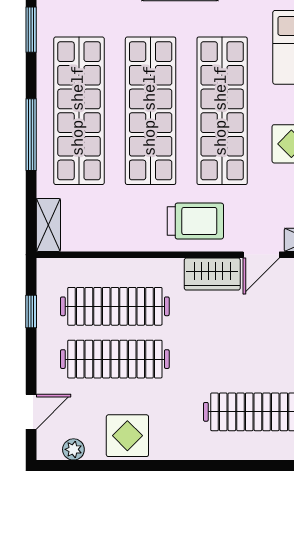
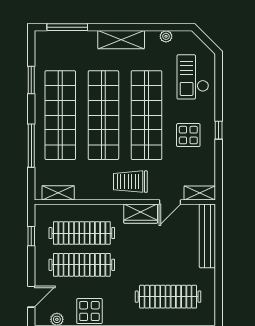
window: (31, 30) -> (31, 80), moved
window: (31, 135) -> (31, 146), moved
trolley: (195, 221) -> (130, 182), turned 180
shelving: (48, 225) -> (58, 193), moved, turned 90

